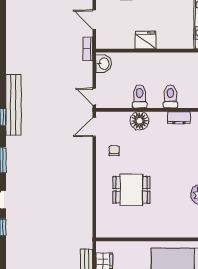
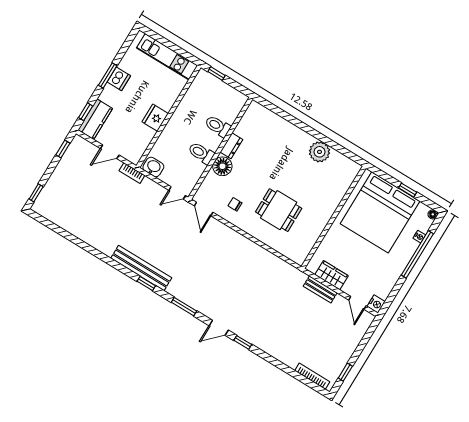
dresser: (179, 118) -> (231, 146), moved
dining table: (131, 190) -> (279, 210), turned 90

